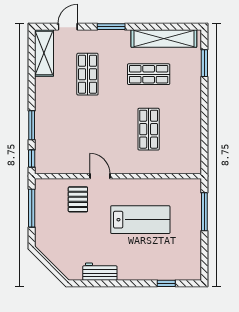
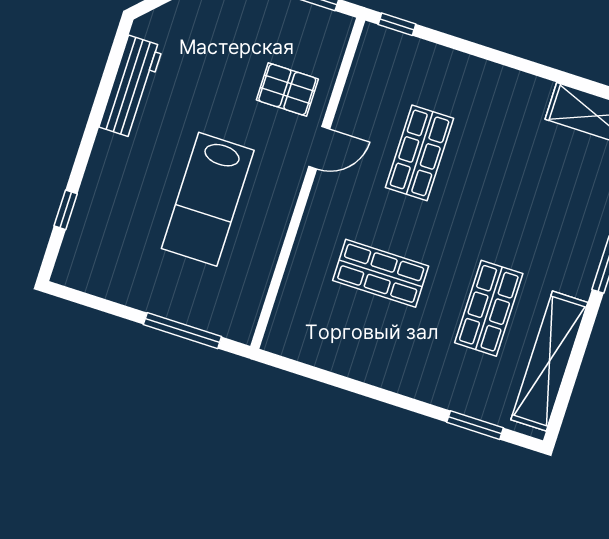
shop shelf: (87, 74) -> (420, 153), moved, turned 90
window: (32, 125) -> (463, 45), removed
workbench: (100, 272) -> (131, 87), width x1.38

